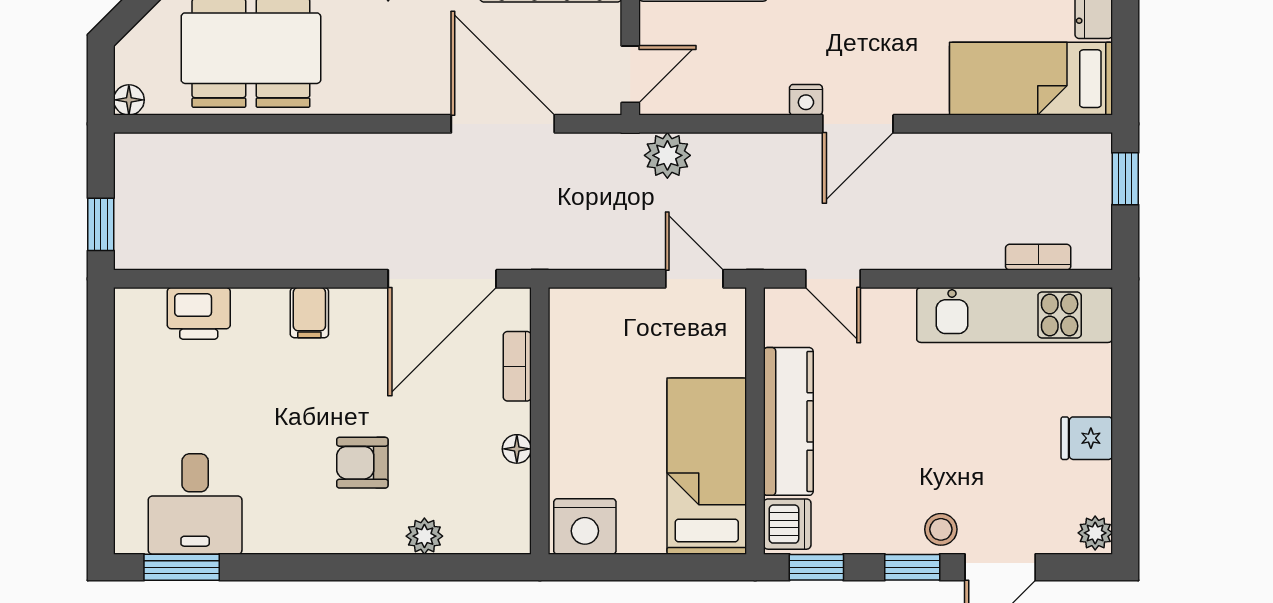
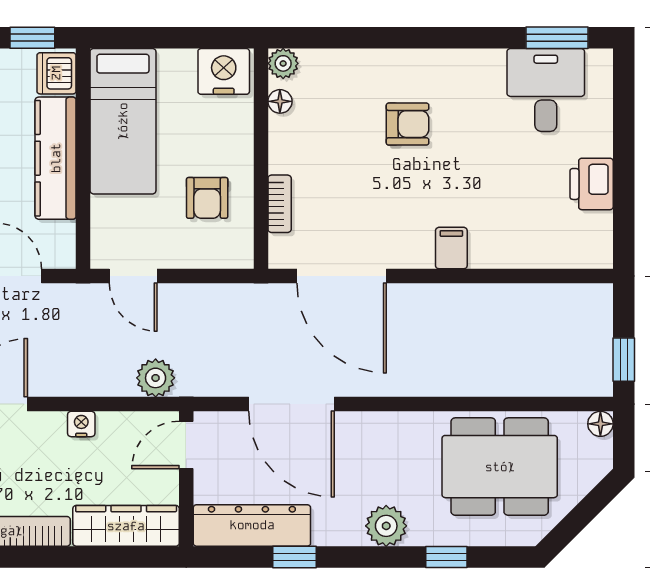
nightstand: (806, 100) -> (81, 424), moved
window: (101, 224) -> (624, 360), moved
door: (442, 279) -> (342, 276), swing flipped
printer: (199, 313) -> (592, 184), moved, turned -90
armchair: (605, 373) -> (207, 198), added
floor lamp: (517, 449) -> (280, 101), moved
plant: (424, 536) -> (283, 63), moved

